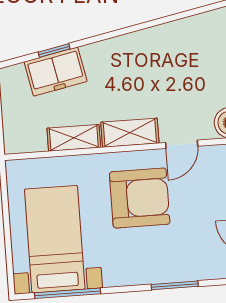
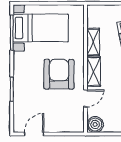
door: (182, 144) -> (86, 98), swing flipped
armchair: (140, 198) -> (59, 74), turned 180

